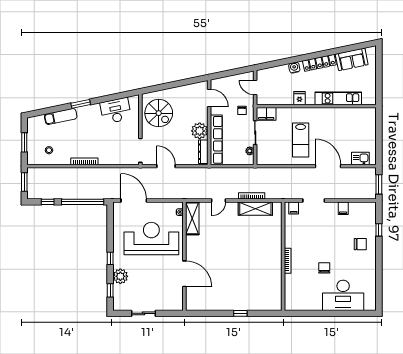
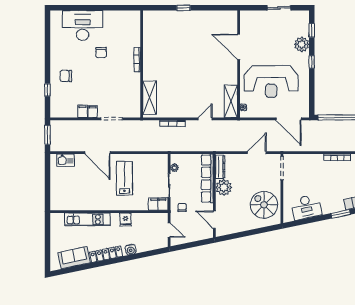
door: (166, 166) -> (257, 153), swing flipped
filing cabinet: (294, 208) -> (93, 111), moved
shelving: (255, 209) -> (150, 98), moved, turned 90

